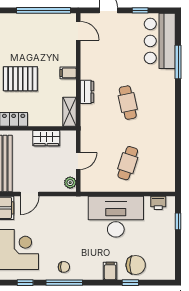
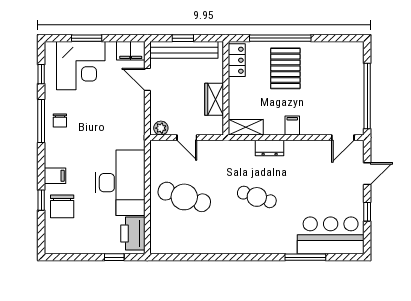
cafe table: (128, 103) -> (257, 197), turned 30
cafe table: (128, 163) -> (184, 197), width x1.37, depth x1.35
printer: (158, 203) -> (133, 234), width x1.87, depth x1.48

